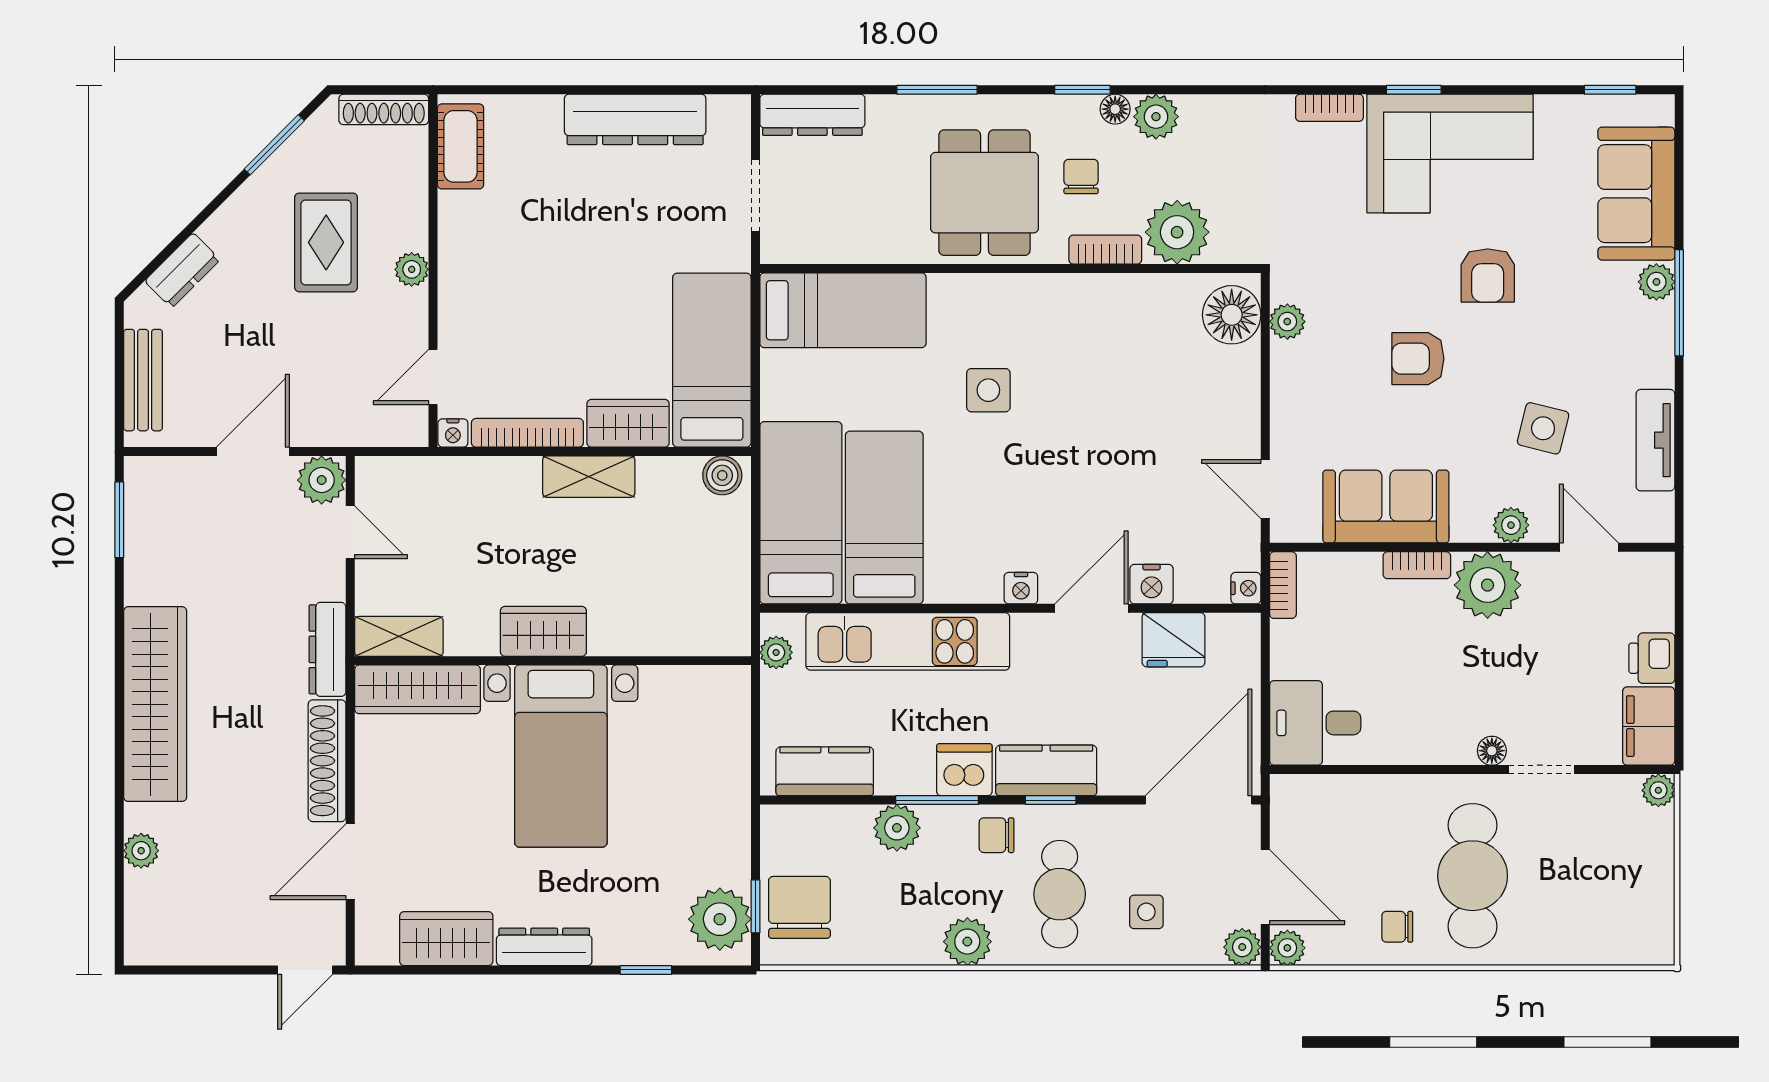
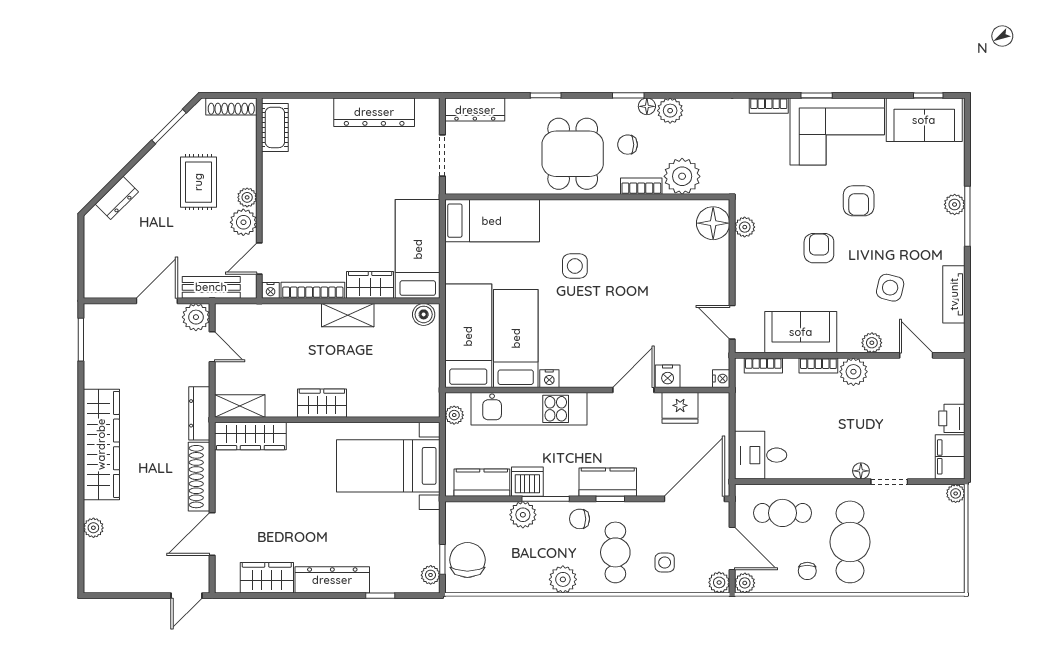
window: (937, 90) -> (546, 95), width x0.67
chair: (1081, 176) -> (628, 145), turned -90
sofa: (1636, 194) -> (924, 120), moved, turned -90
plant: (405, 313) -> (243, 222), added
armchair: (1418, 359) -> (819, 248), turned 90
bench: (143, 380) -> (211, 287), moved, turned 90
bookcase: (1283, 585) -> (763, 365), moved, turned 90
plant: (1488, 585) -> (853, 372), width x0.73, depth x0.73
nightstand: (1021, 588) -> (549, 379), moved
bed with nightstands: (561, 756) -> (388, 466), moved, turned 90
dishwasher: (964, 770) -> (527, 482), moved
cafe table: (1354, 825) -> (782, 513), added
plant: (720, 919) -> (431, 575), width x0.53, depth x0.53
chair: (1397, 927) -> (807, 571), turned -90
dresser: (544, 947) -> (332, 580), width x1.37, depth x1.24

